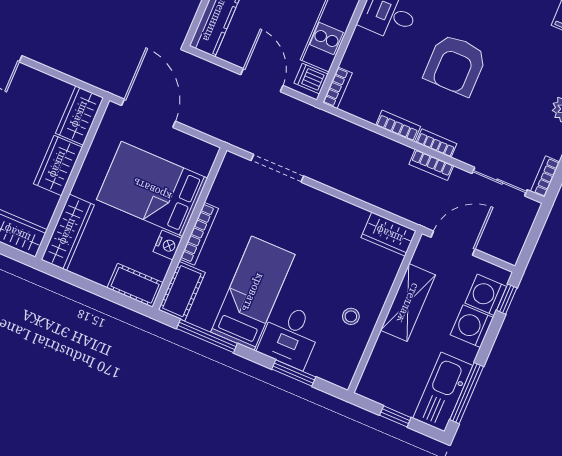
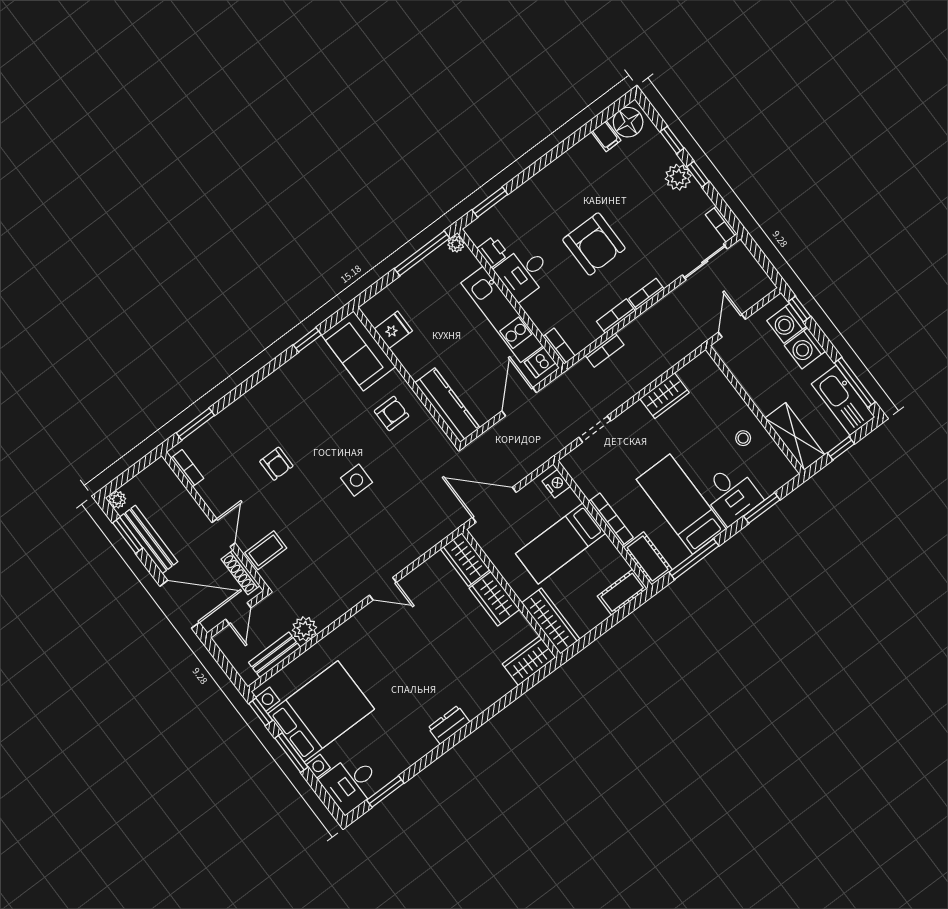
door: (262, 80) -> (519, 402), hinge flipped
bookcase: (431, 165) -> (605, 350), moved
doorway: (277, 168) -> (595, 429), width x0.73
bed: (152, 189) -> (561, 544), width x0.67
wardrobe: (389, 234) -> (665, 396), moved
door: (453, 243) -> (732, 326), width x0.73
nightstand: (167, 245) -> (556, 484), moved
shelving: (408, 303) -> (795, 436), moved

